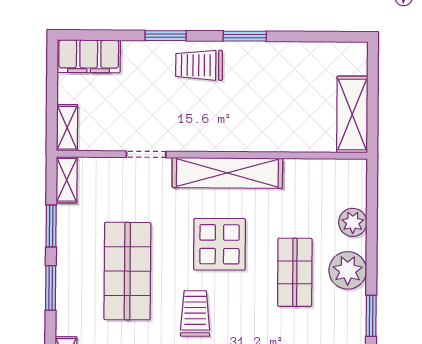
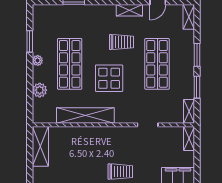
shelving: (227, 173) -> (85, 115), moved
plant: (348, 270) -> (38, 60), width x0.53, depth x0.53
shop shelf: (295, 272) -> (70, 64), width x1.43, depth x1.36
trolley: (195, 314) -> (122, 42), turned -90

